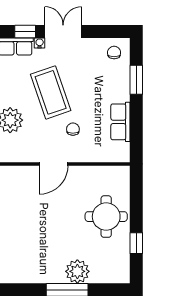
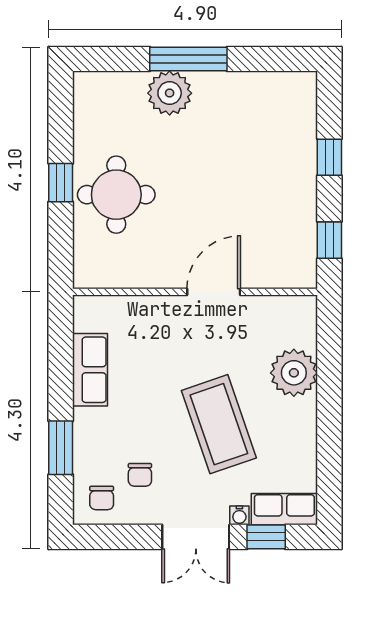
chair: (73, 129) -> (140, 475), moved
window: (136, 243) -> (61, 183), moved

